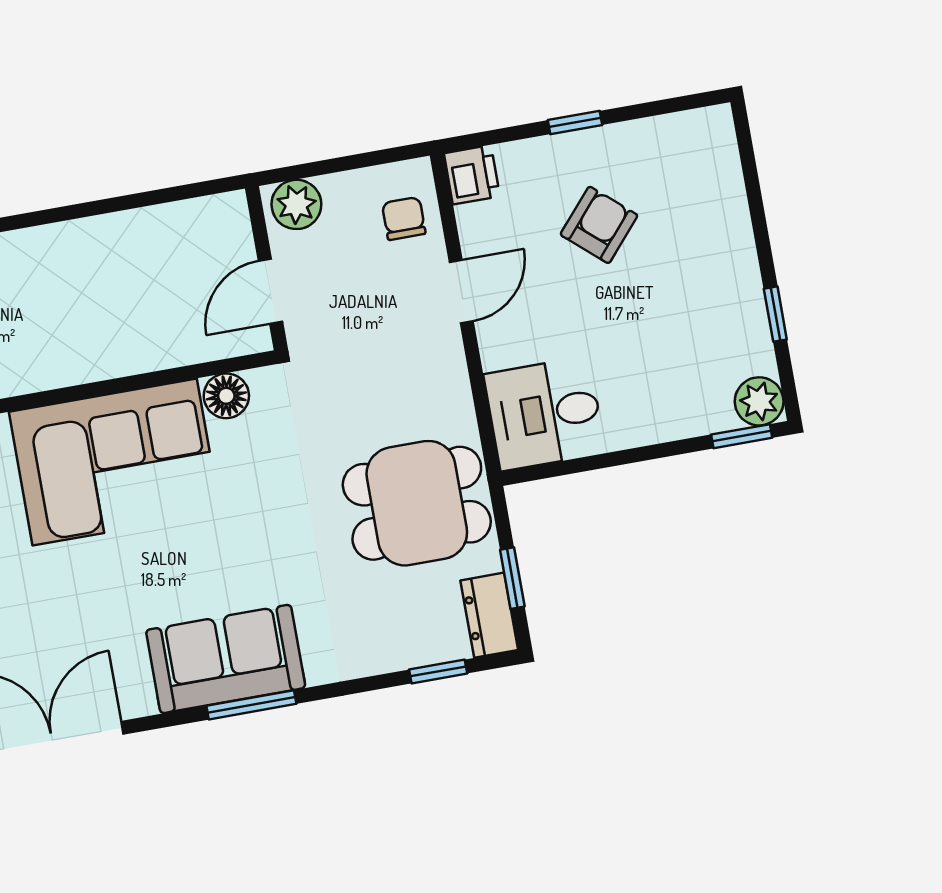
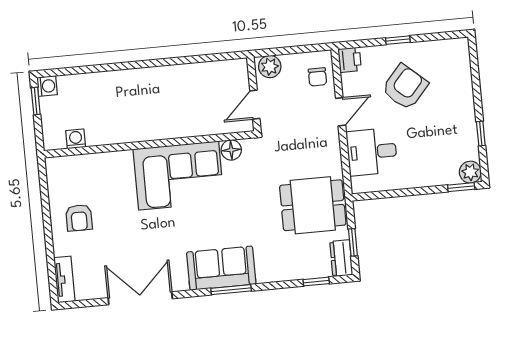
chair: (404, 218) -> (317, 77), turned 180
armchair: (599, 225) -> (405, 87), width x1.38, depth x1.38
desk: (545, 414) -> (372, 152), moved

